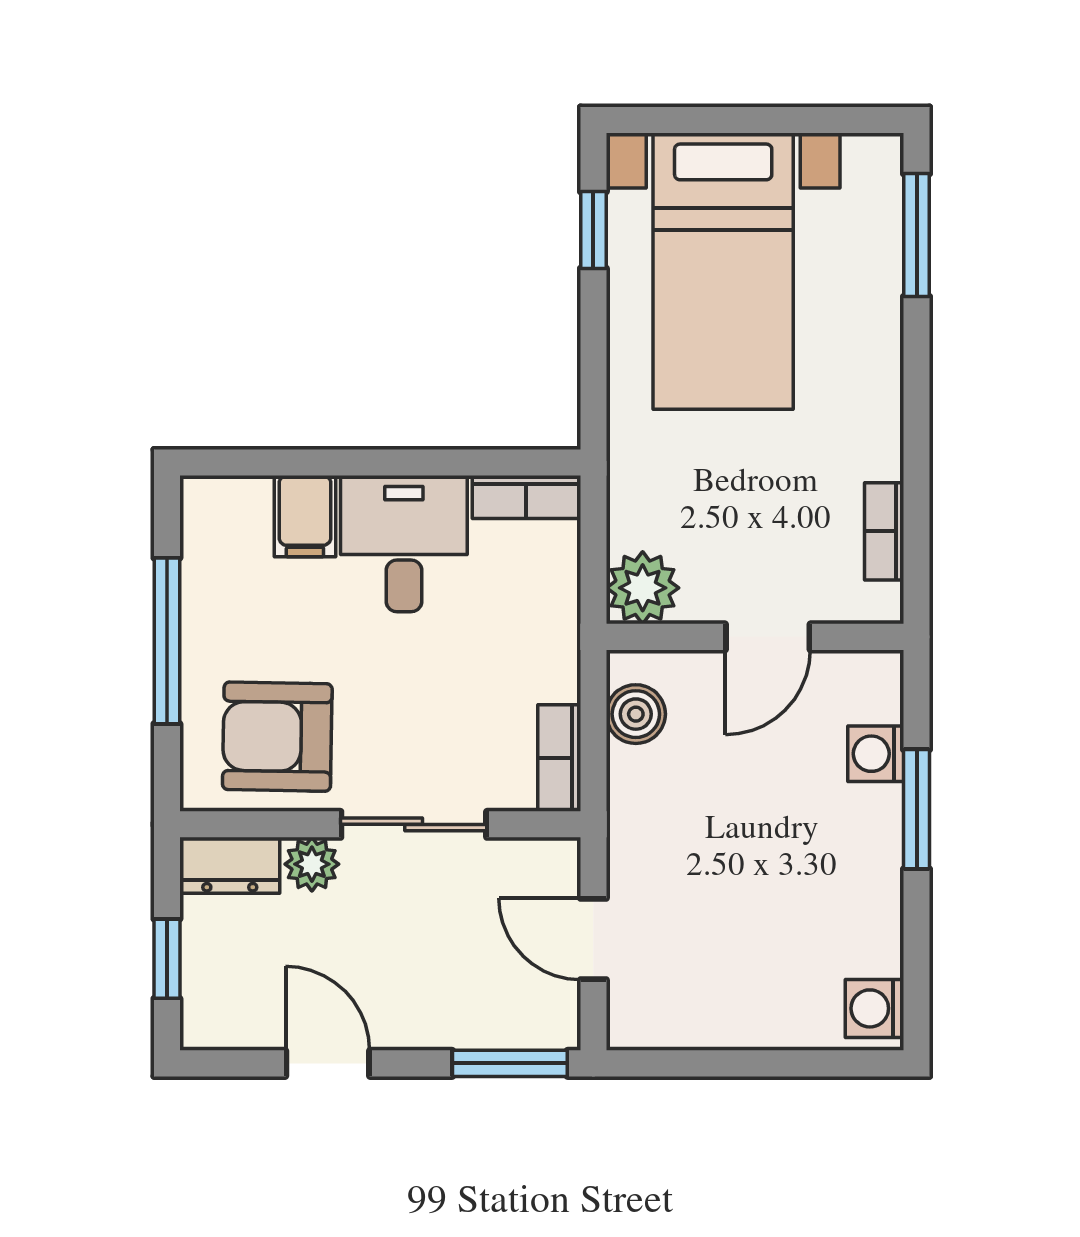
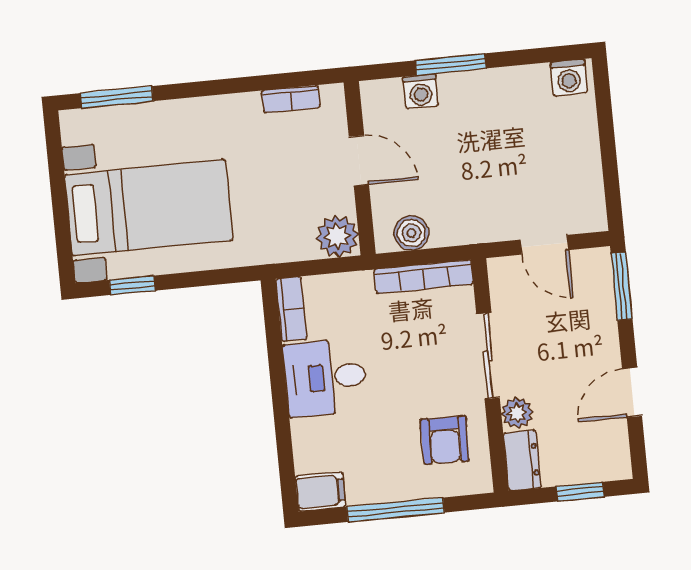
filing cabinet: (305, 516) -> (320, 492), moved
armchair: (277, 737) -> (445, 440), width x0.72, depth x0.72
bookcase: (559, 758) -> (424, 277), width x1.56
door: (593, 939) -> (544, 245), hinge flipped

